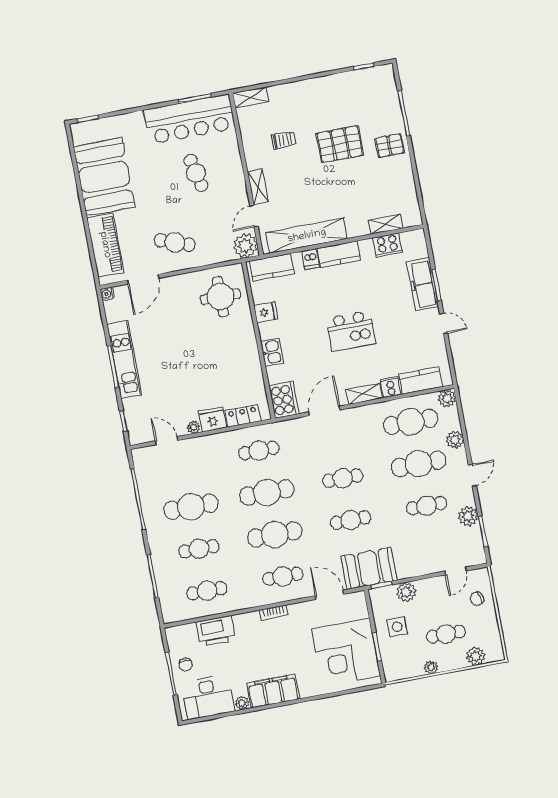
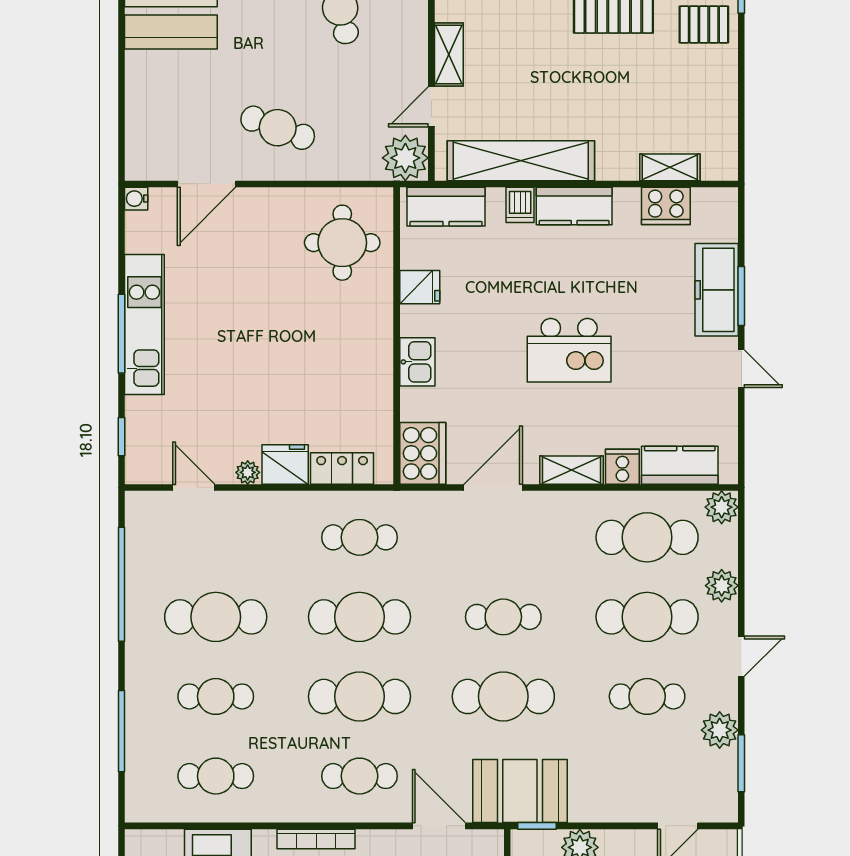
piano: (105, 245) -> (149, 108), removed
cafe table: (351, 520) -> (503, 696), width x1.37, depth x1.35
bookcase: (273, 613) -> (316, 839), width x1.56

